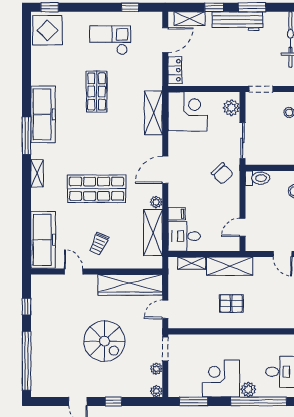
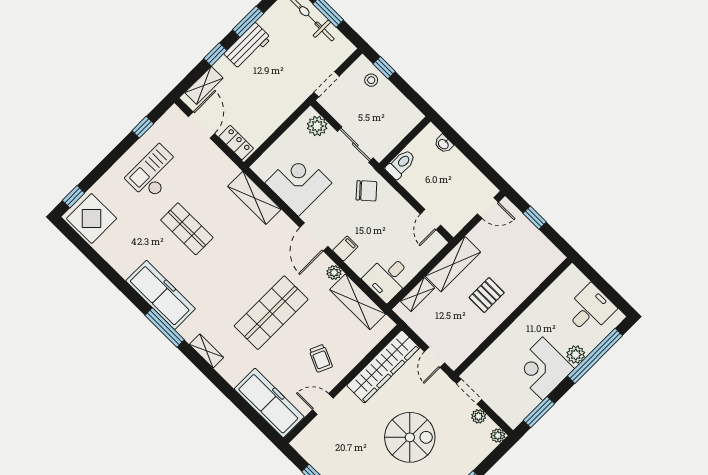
workbench: (238, 21) -> (248, 46), width x0.73
corner desk: (188, 112) -> (298, 183), moved
filing cabinet: (177, 214) -> (345, 248), moved

